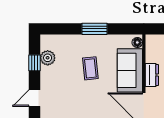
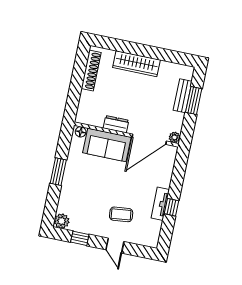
plant: (48, 58) -> (62, 221), moved
coffee table: (90, 68) -> (121, 214), moved

